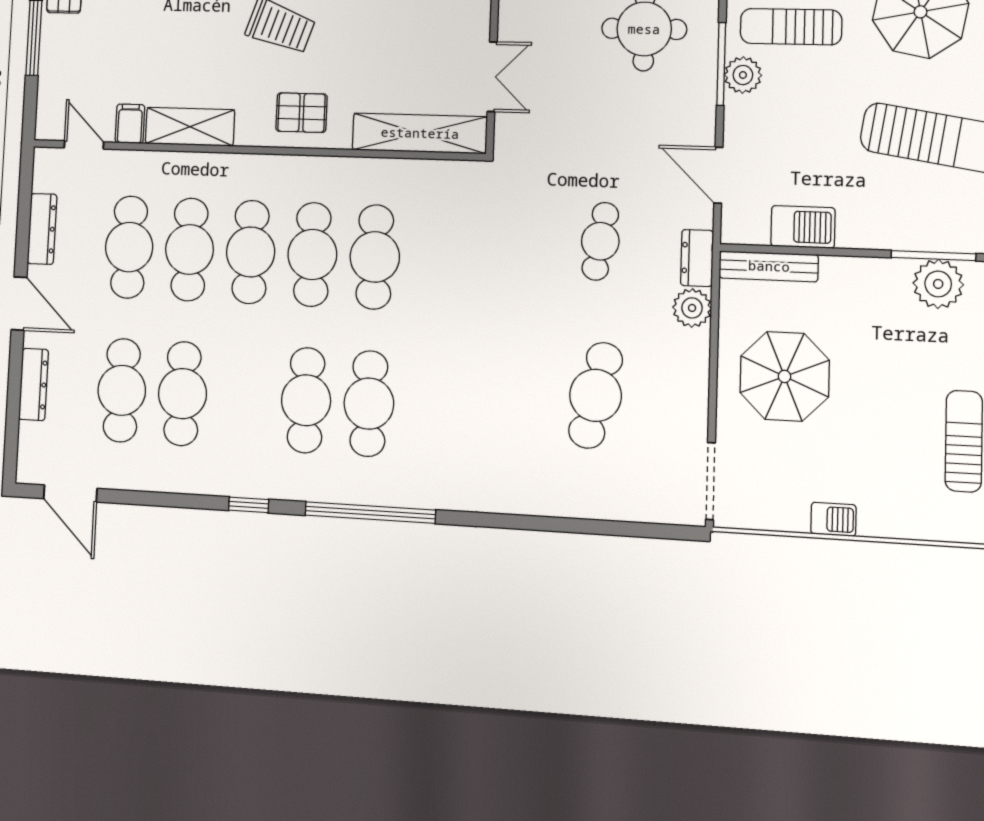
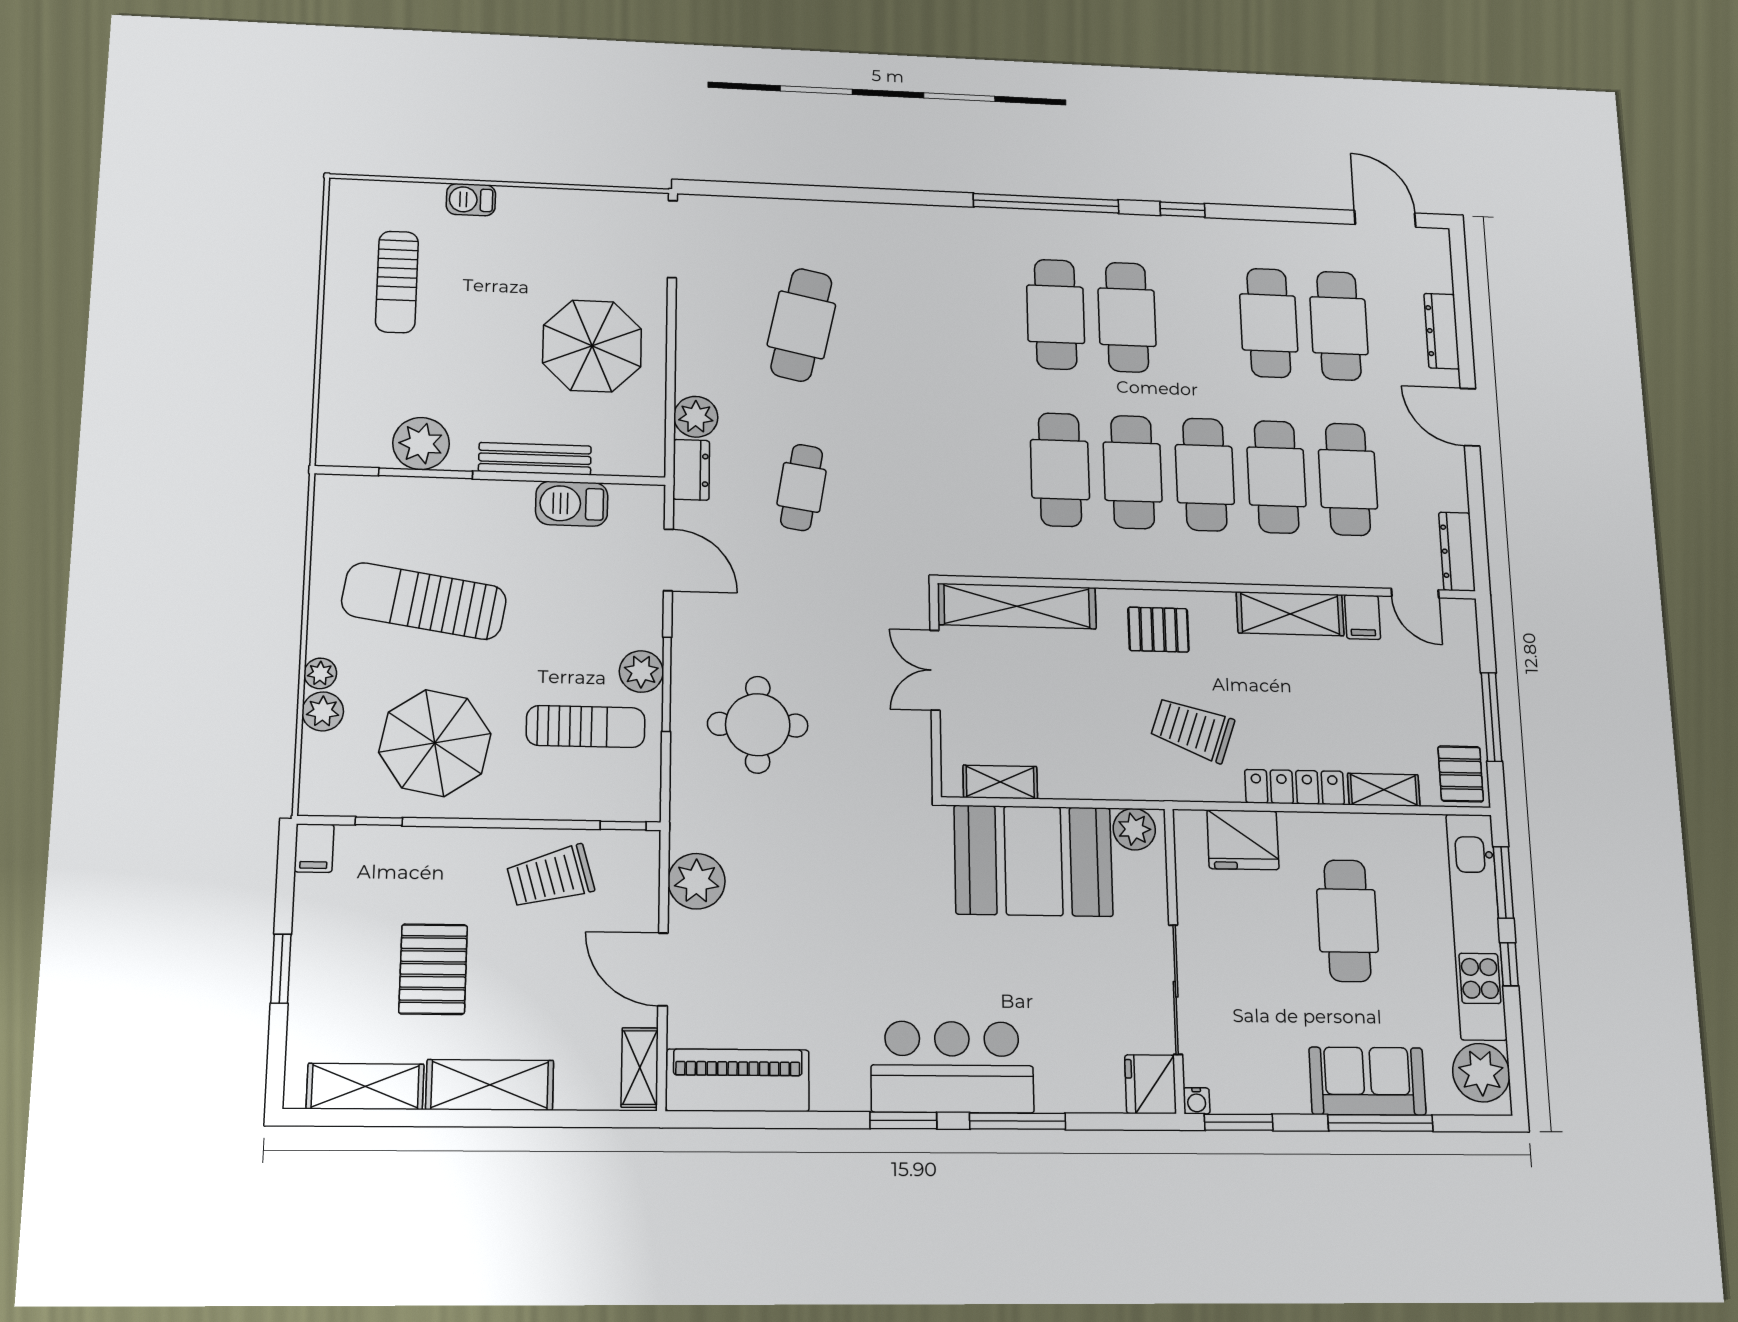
dresser: (42, 229) -> (1457, 552), moved
bench: (769, 266) -> (535, 459), moved
barbecue: (833, 519) -> (471, 200), moved

